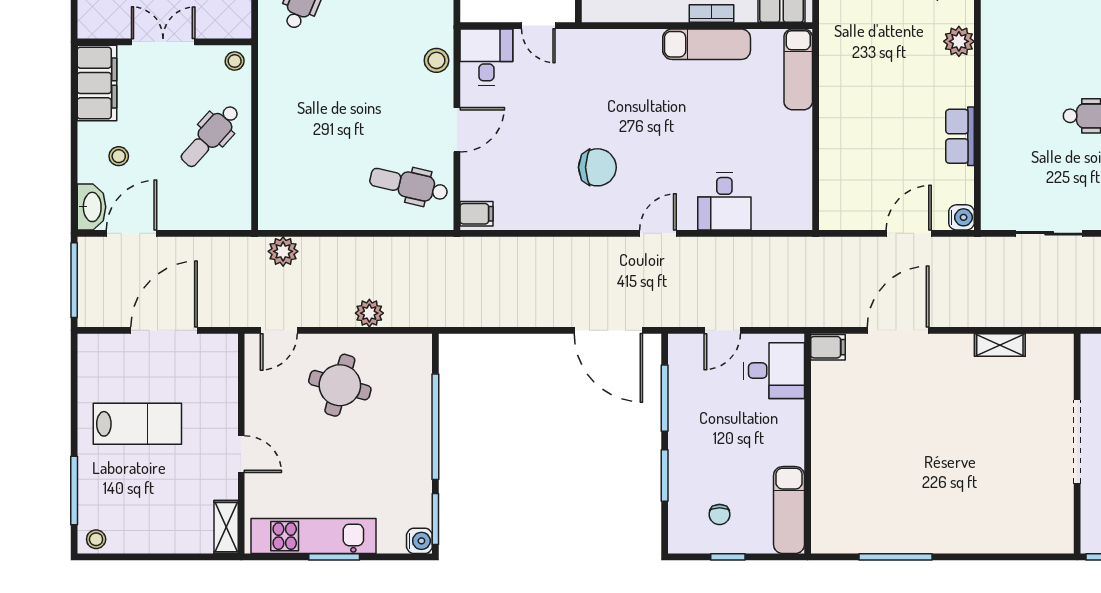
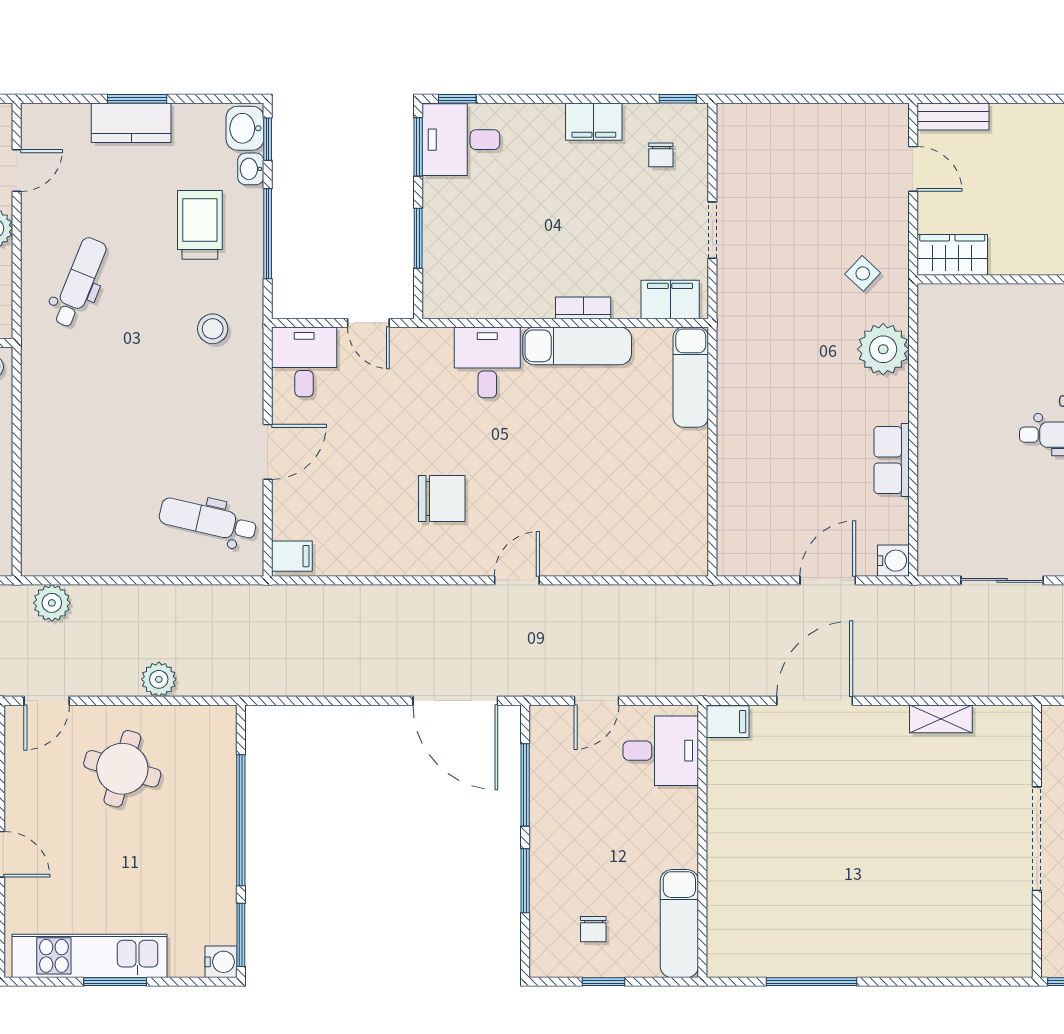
plant: (959, 41) -> (883, 349), width x1.36, depth x1.36
stool: (436, 60) -> (213, 329), moved
desk: (724, 201) -> (487, 362), moved, turned 180

